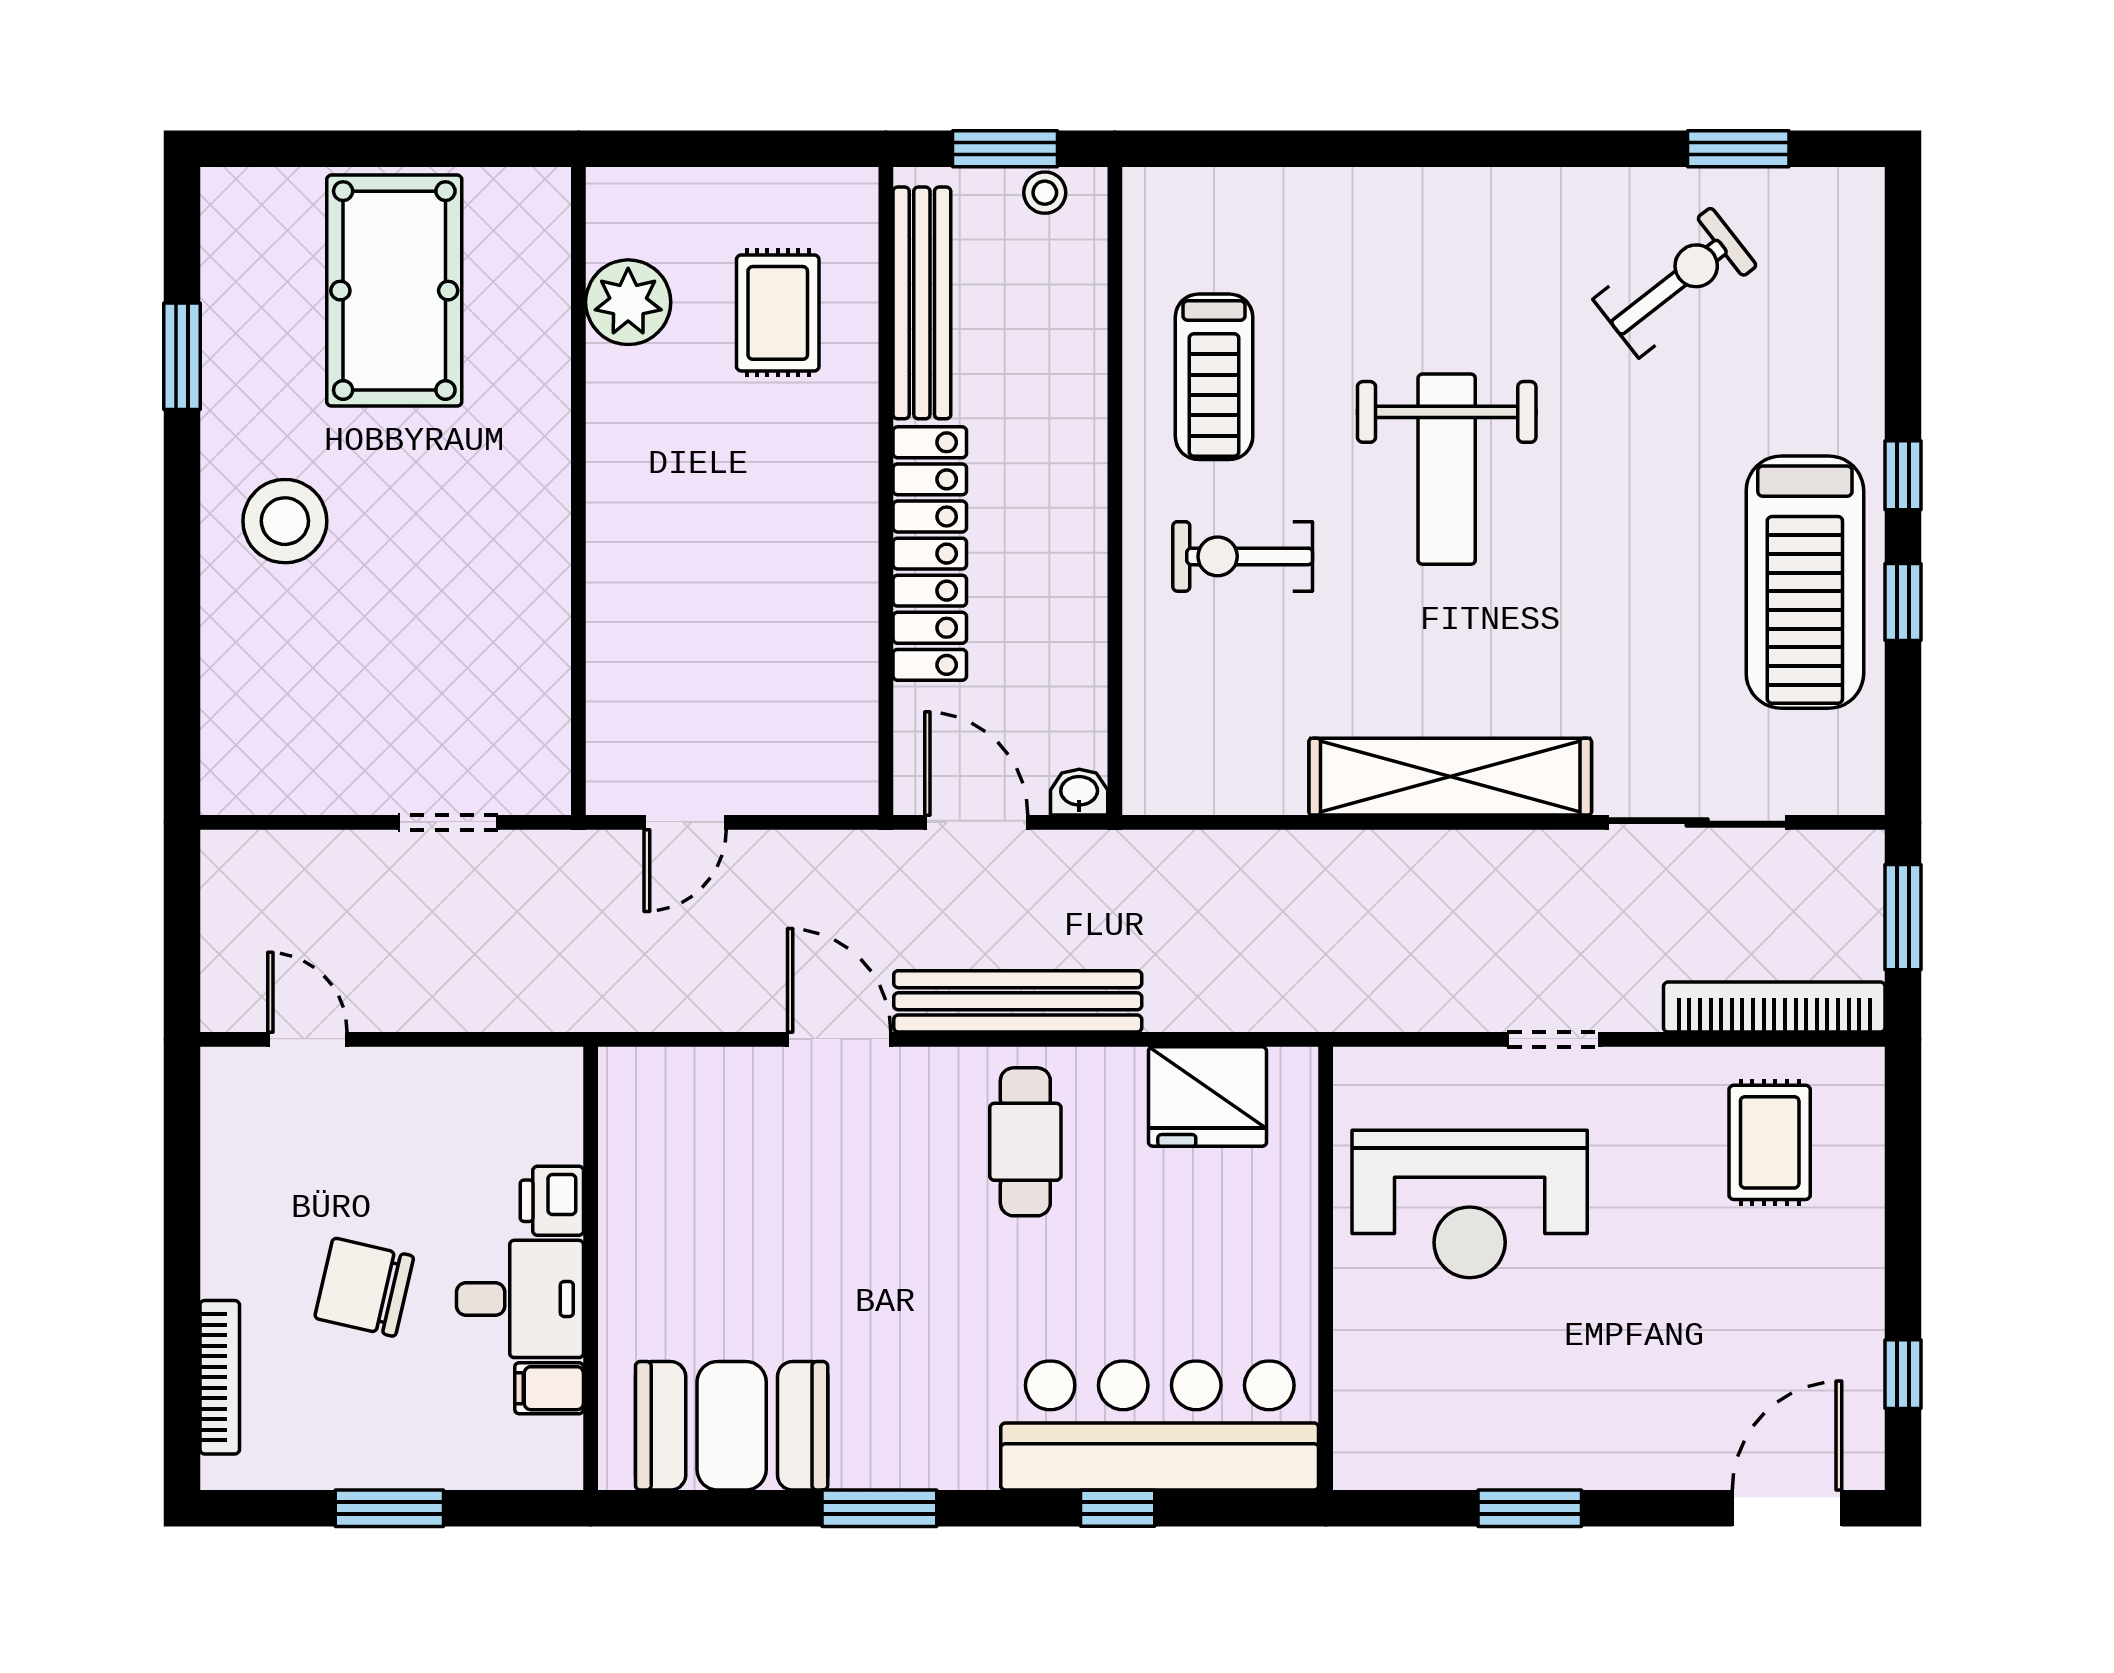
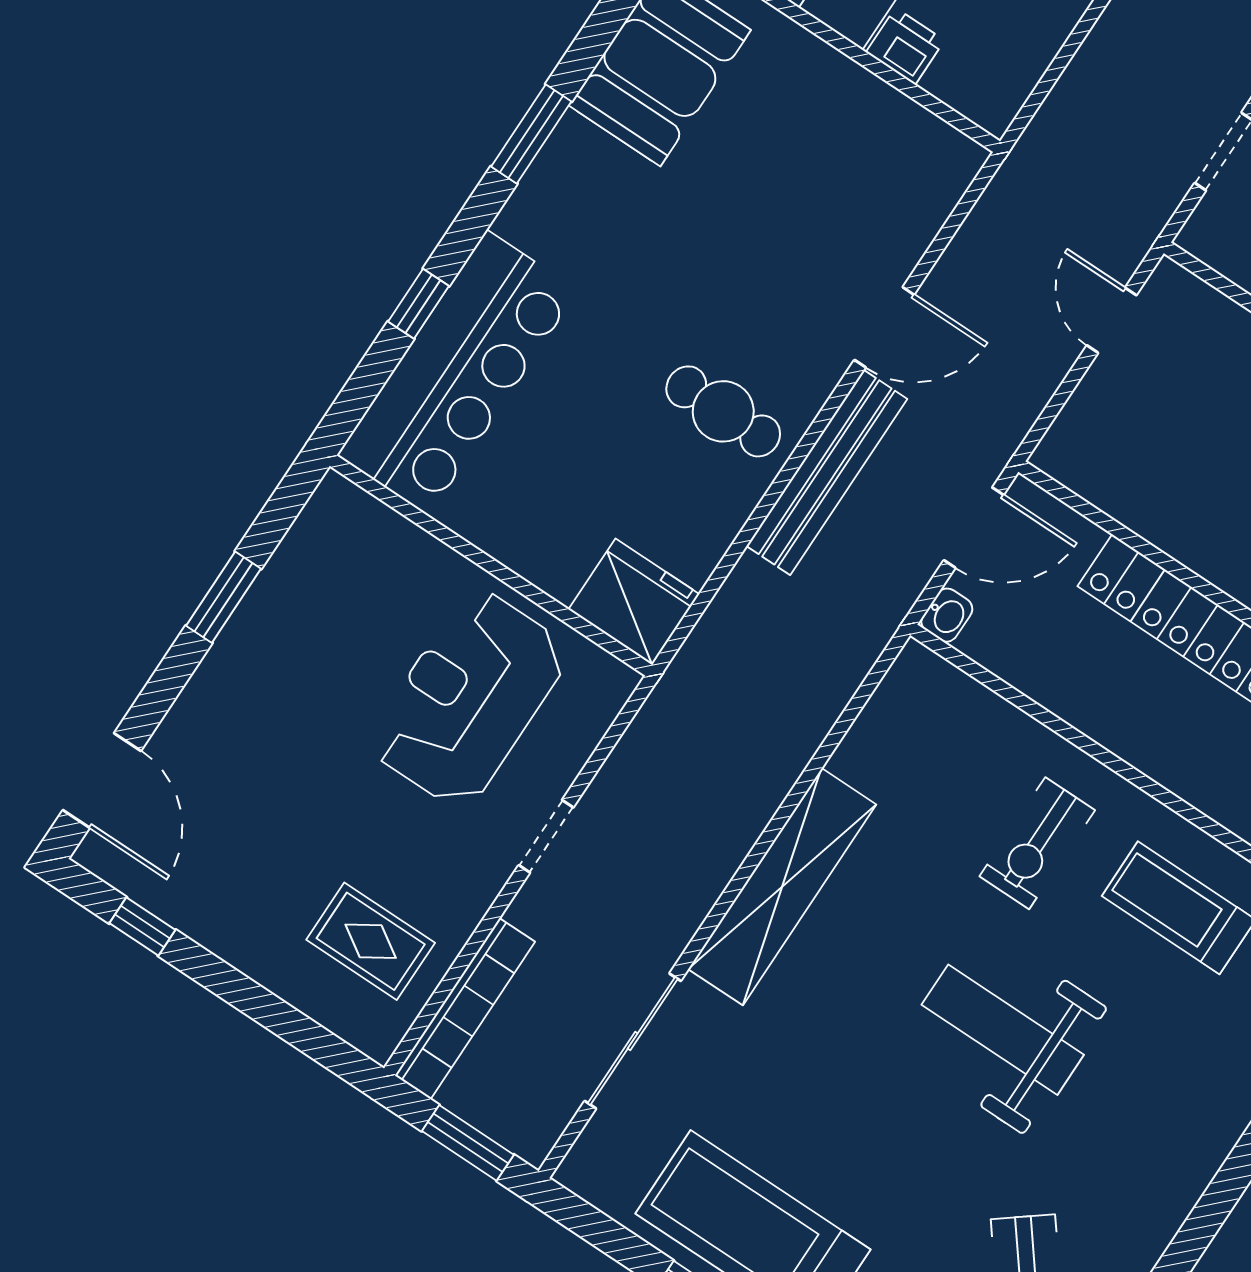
exercise bike: (1243, 556) -> (1037, 843), turned 180
fridge: (1208, 1097) -> (634, 602), moved, turned 90

